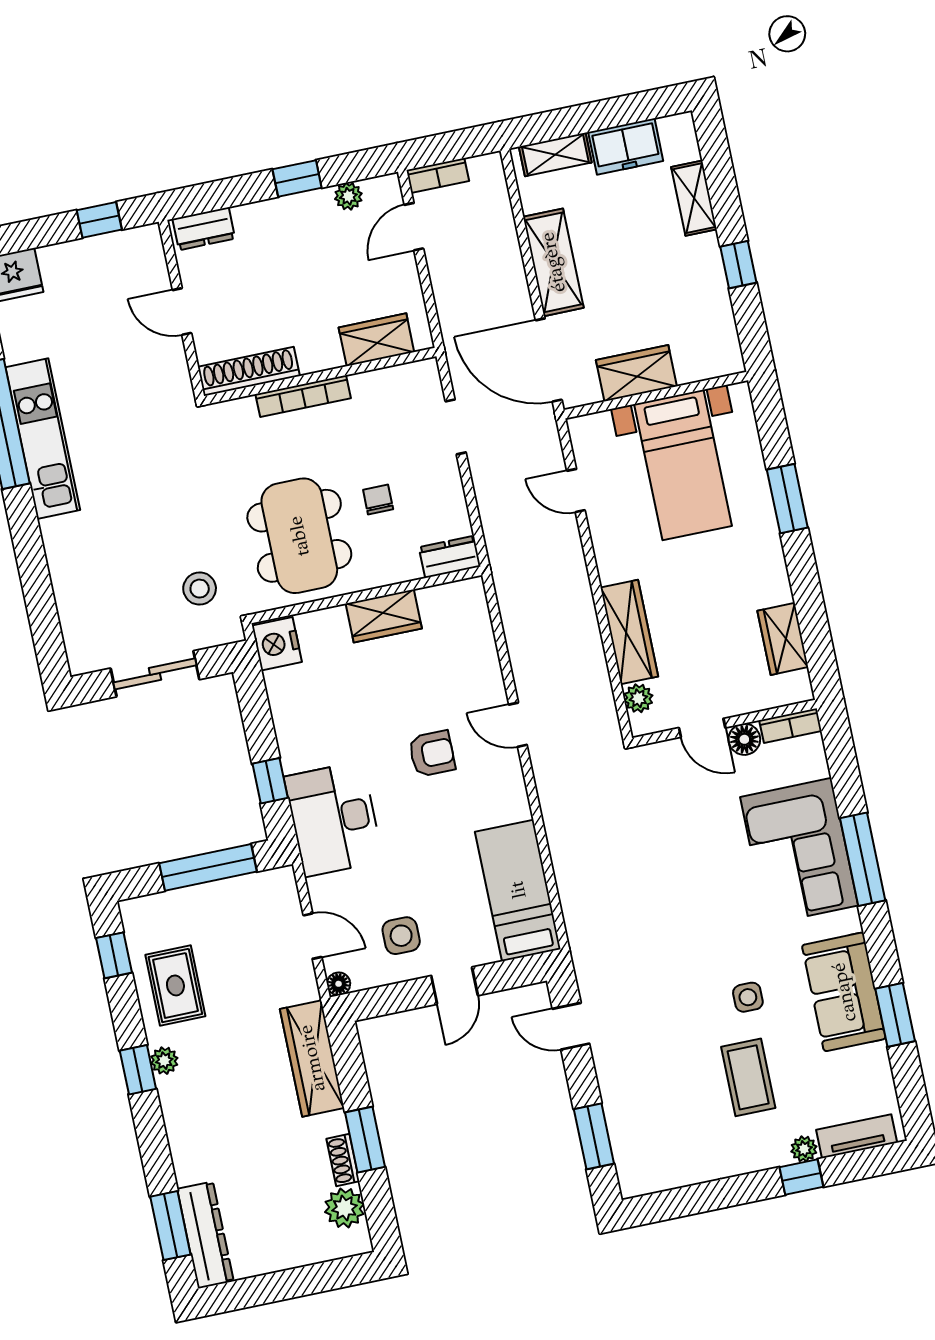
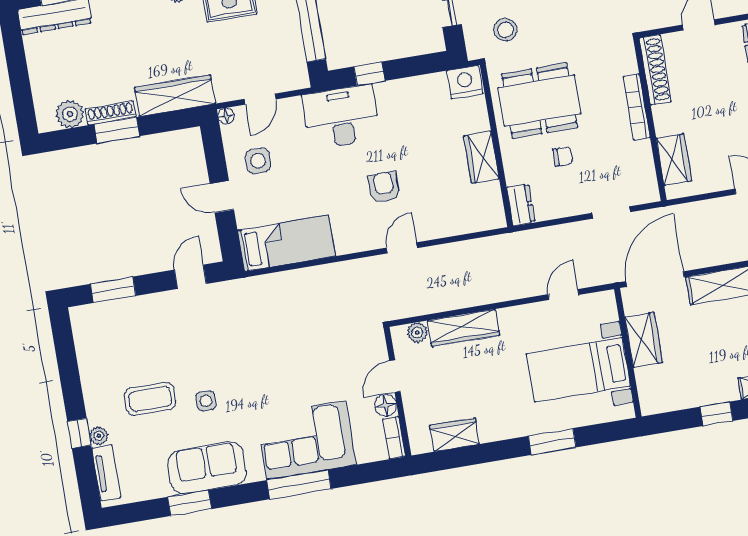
armchair: (432, 754) -> (384, 187), turned 180
shoe rack: (343, 1160) -> (111, 113), width x1.43

